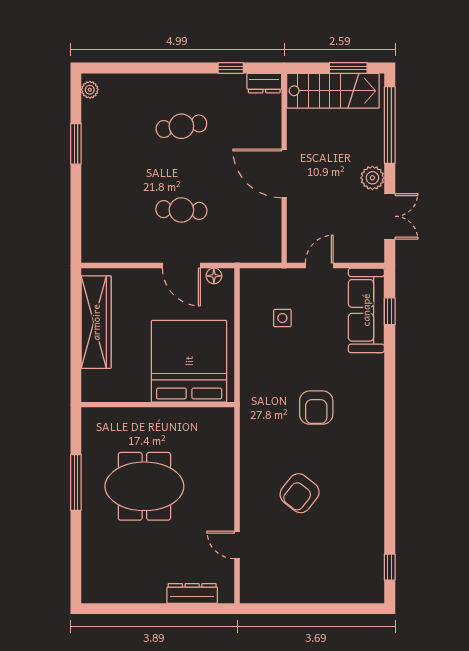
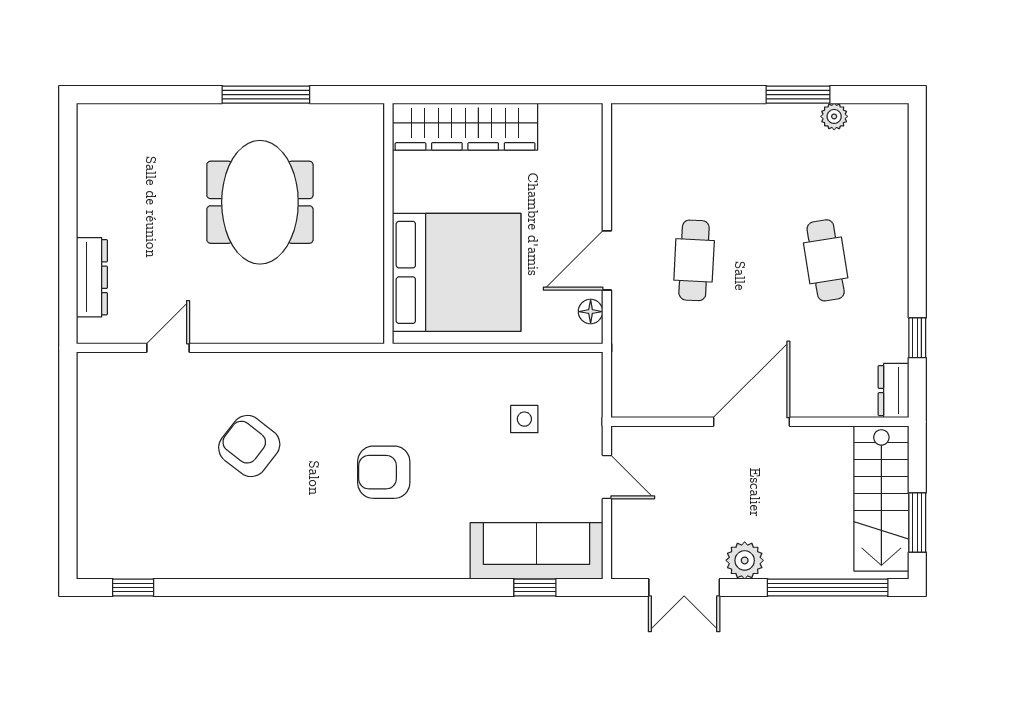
plant: (90, 90) -> (834, 116), moved
wardrobe: (96, 322) -> (465, 127), moved

